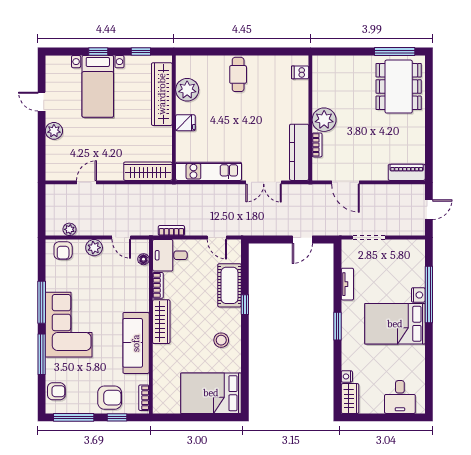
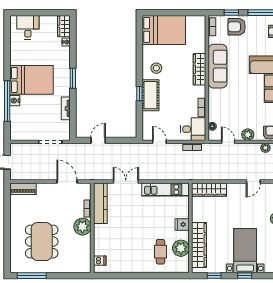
cafe table: (238, 74) -> (160, 252), moved
dining table: (399, 87) -> (42, 242), moved
cot: (229, 285) -> (150, 95), moved
wardrobe: (161, 322) -> (199, 69), moved

